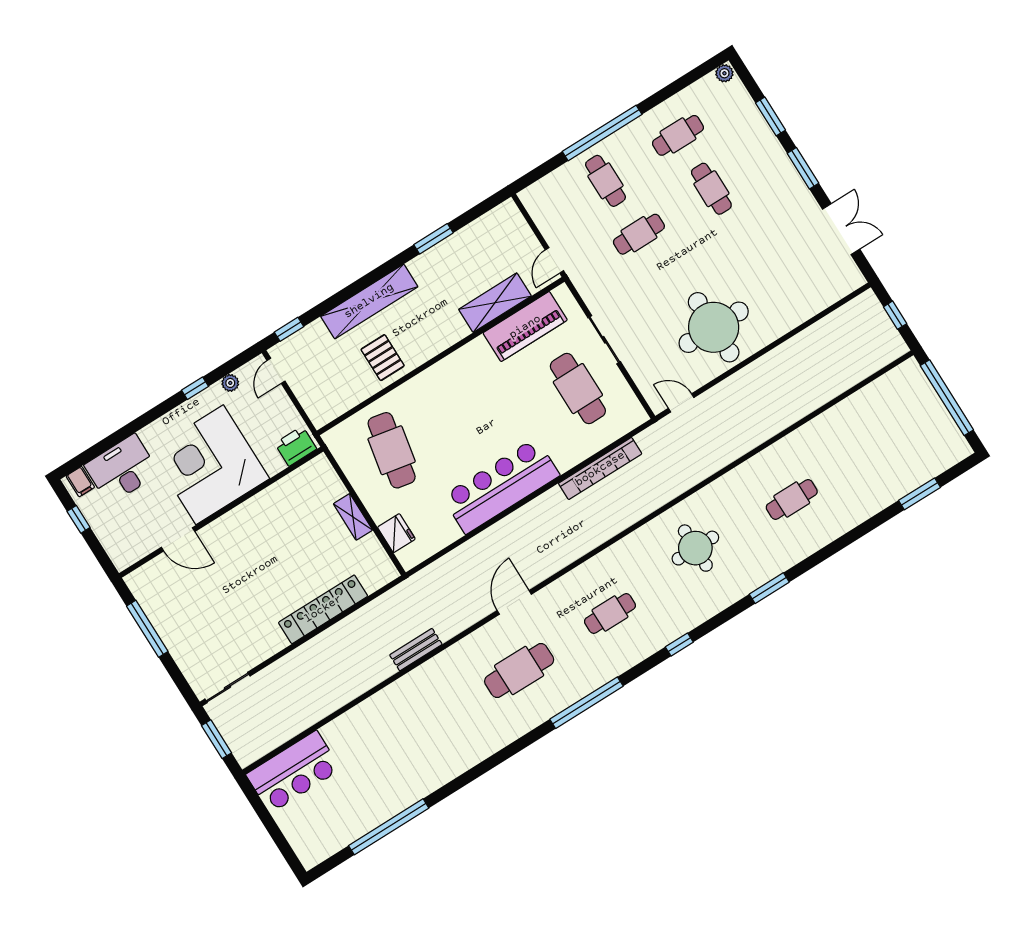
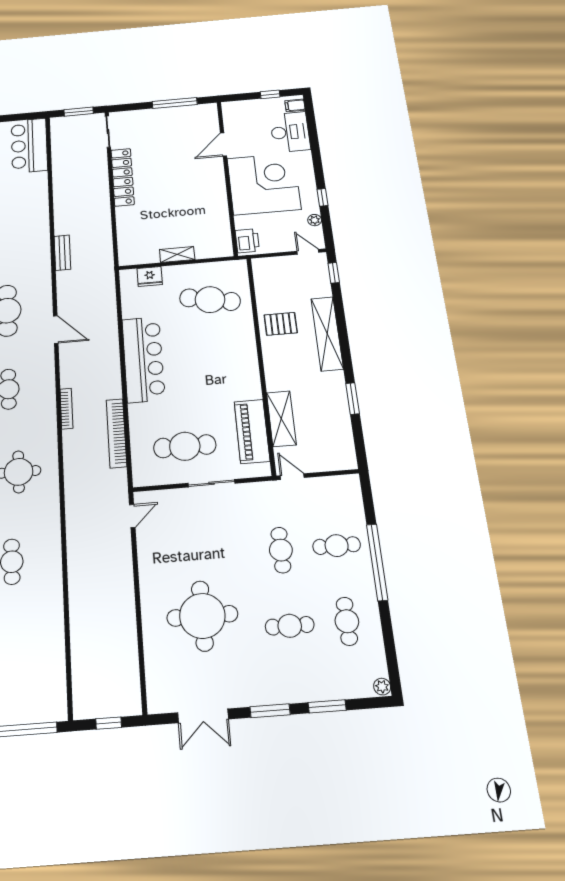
round table: (714, 327) -> (202, 616), moved
bookcase: (600, 538) -> (66, 409), added
locker: (323, 609) -> (123, 177), moved

